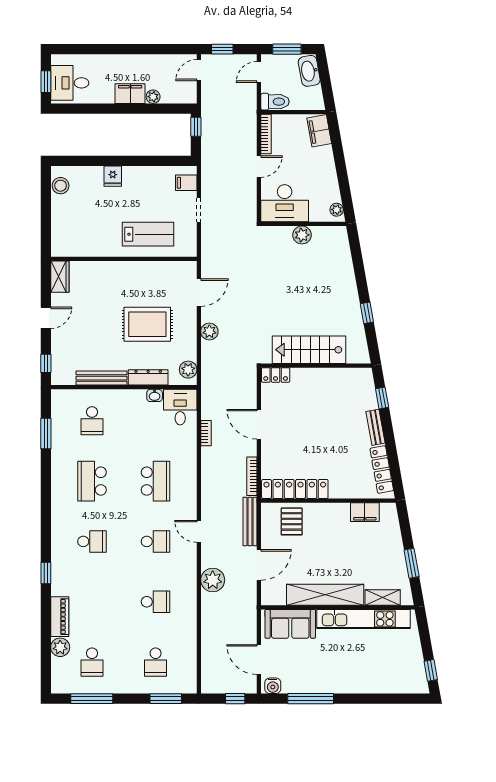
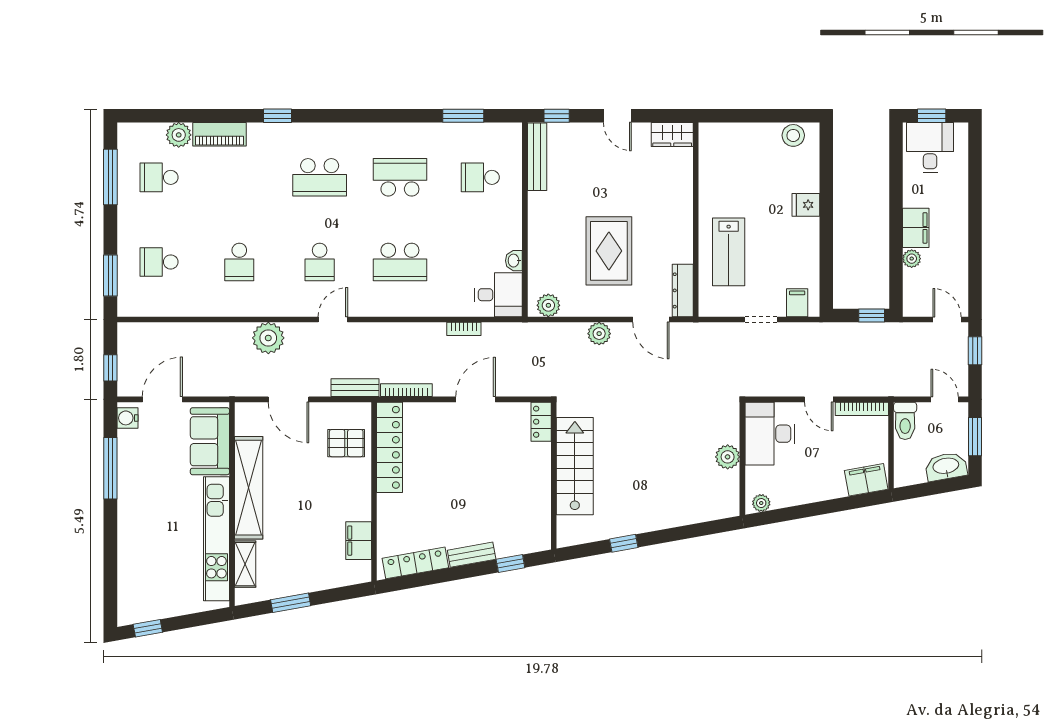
dresser: (148, 377) -> (683, 290), moved, turned 180
bench: (102, 378) -> (537, 157), moved
bench: (250, 521) -> (355, 388), width x0.73
school desk: (92, 541) -> (320, 177), width x1.85

